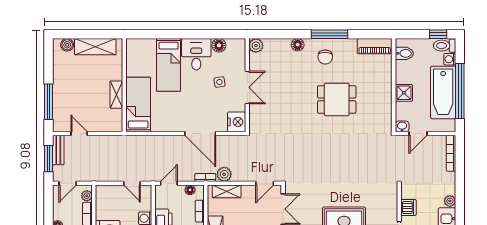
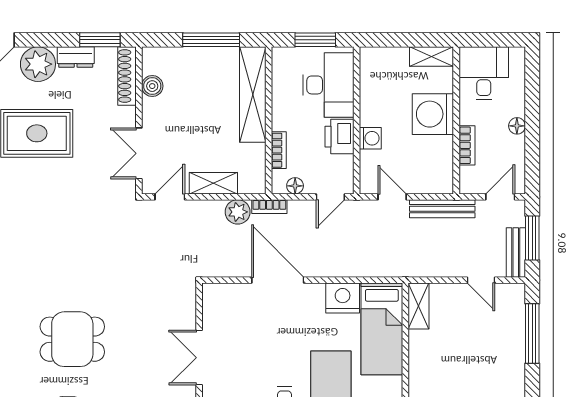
side table: (220, 82) -> (245, 367), removed
shelving: (116, 95) -> (418, 306), moved
dining table: (337, 99) -> (72, 339), moved
nightstand: (237, 122) -> (343, 298), moved, turned 90
bench: (102, 176) -> (442, 209), added
shelving: (227, 191) -> (213, 183), moved
plant: (87, 196) -> (468, 176), removed

